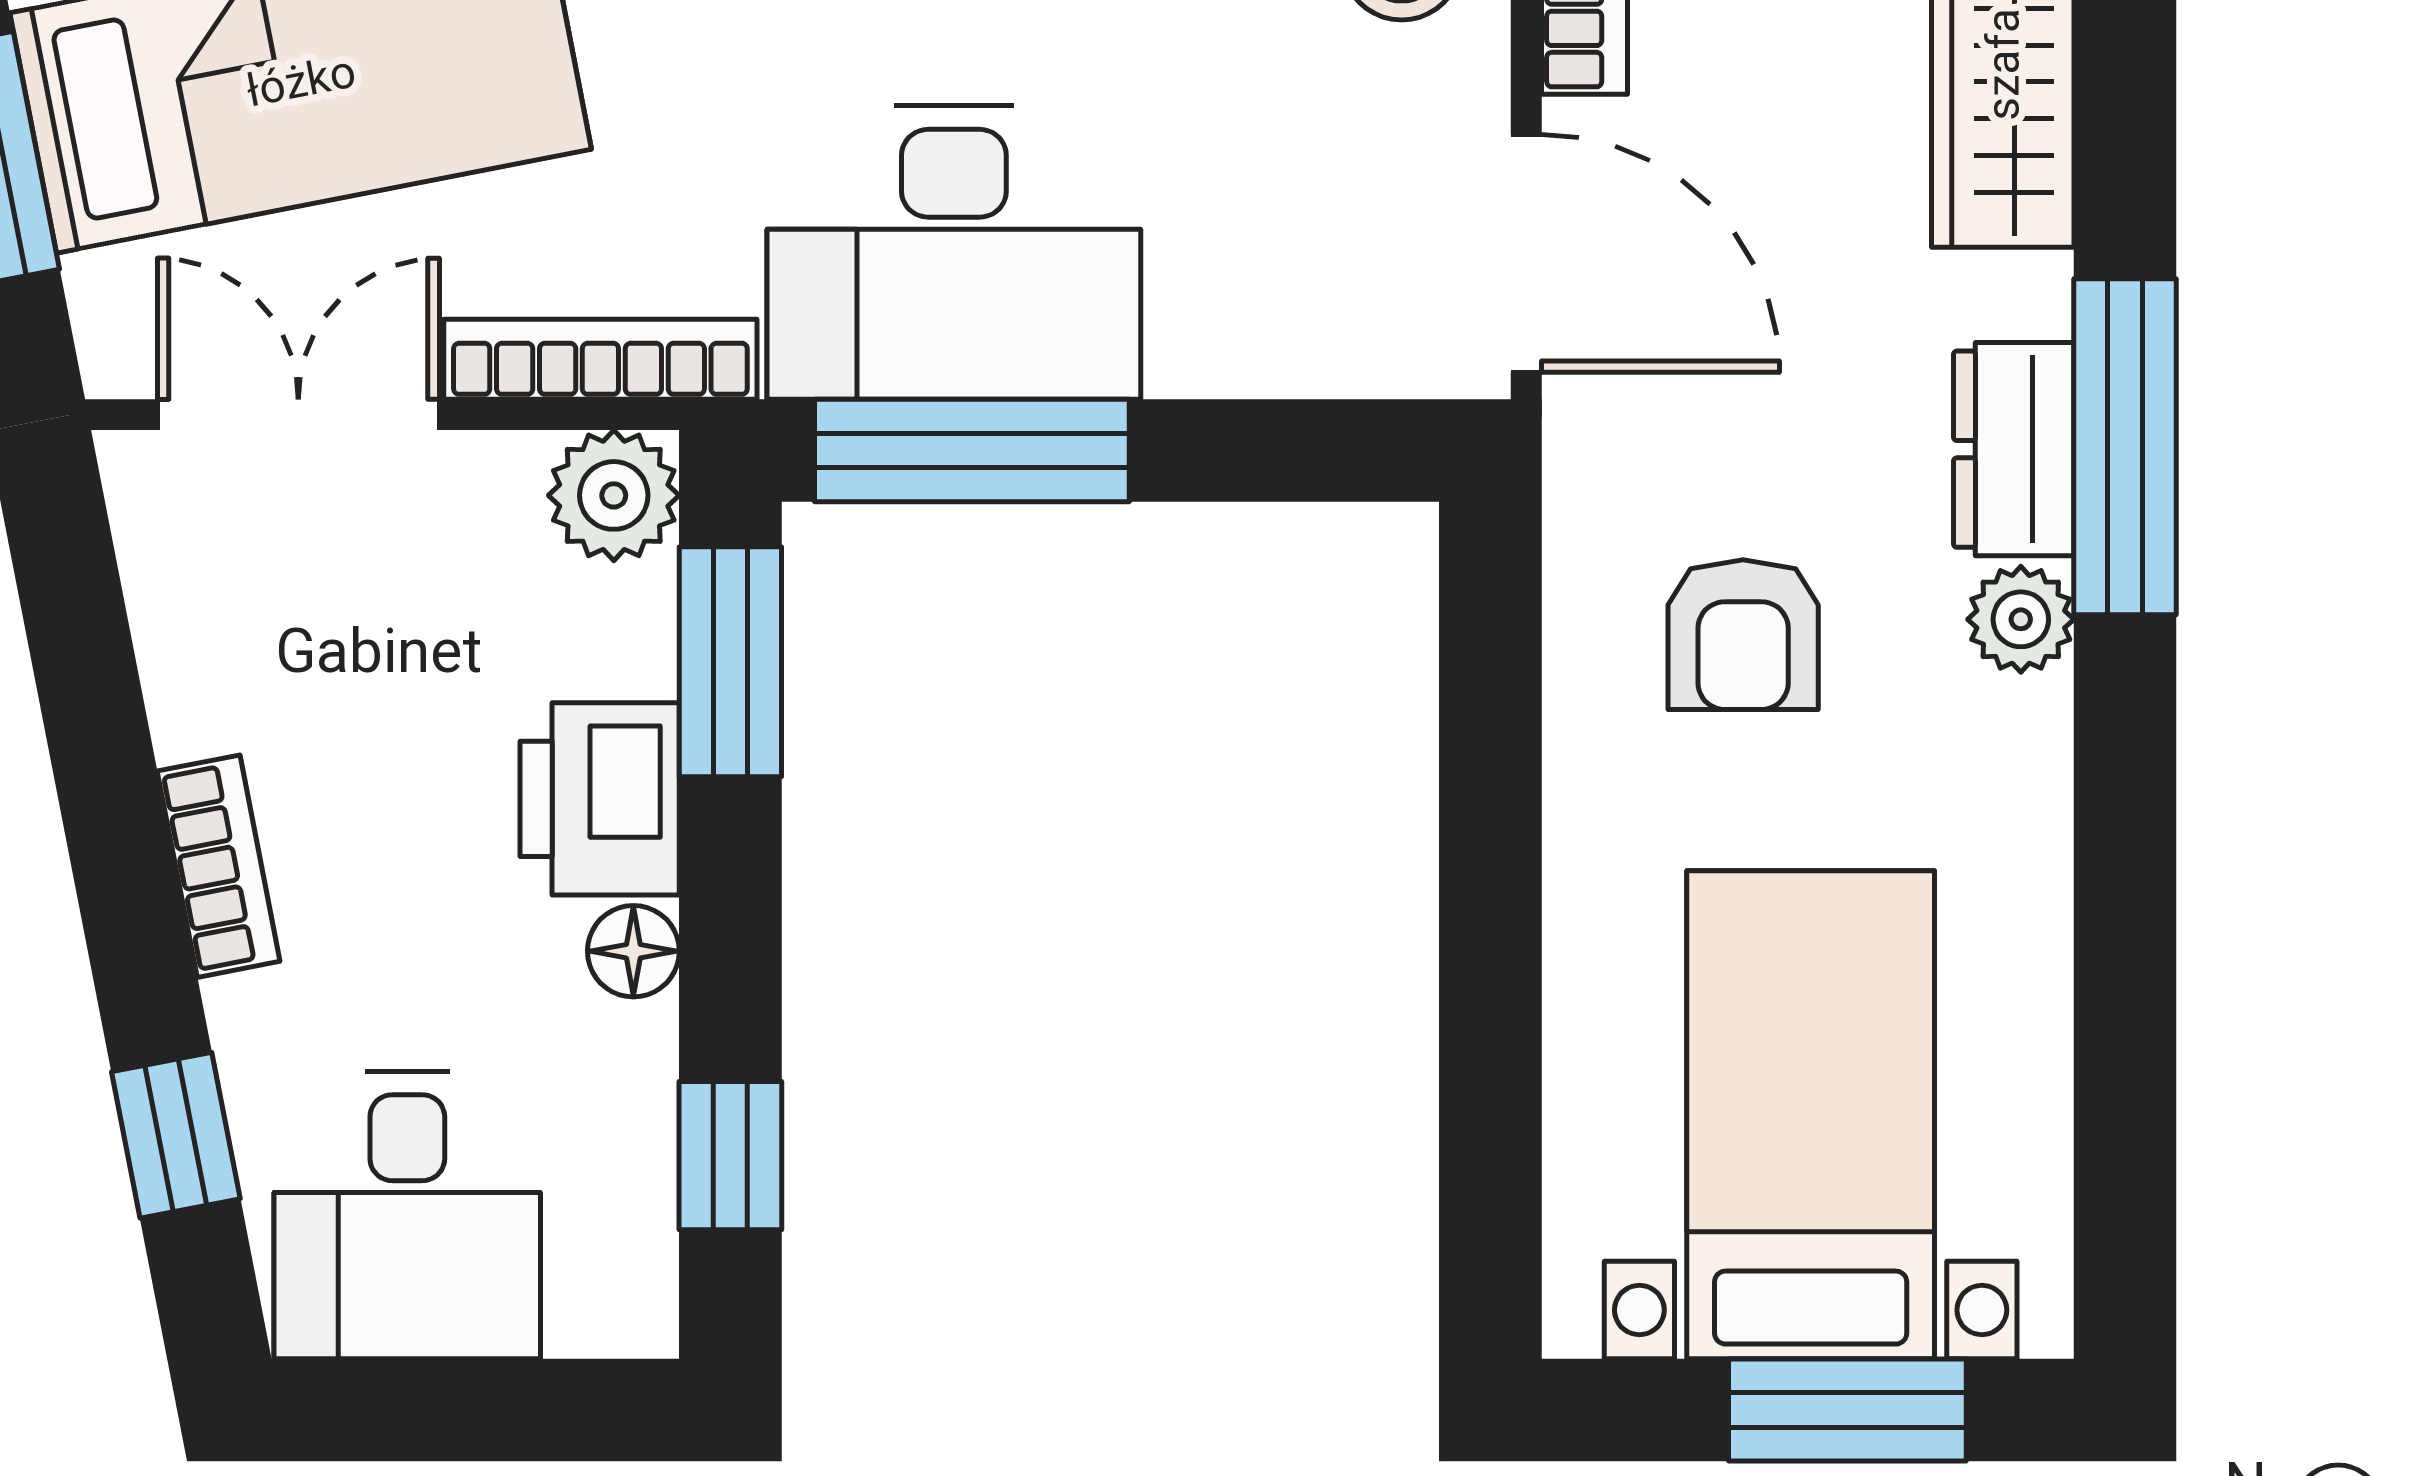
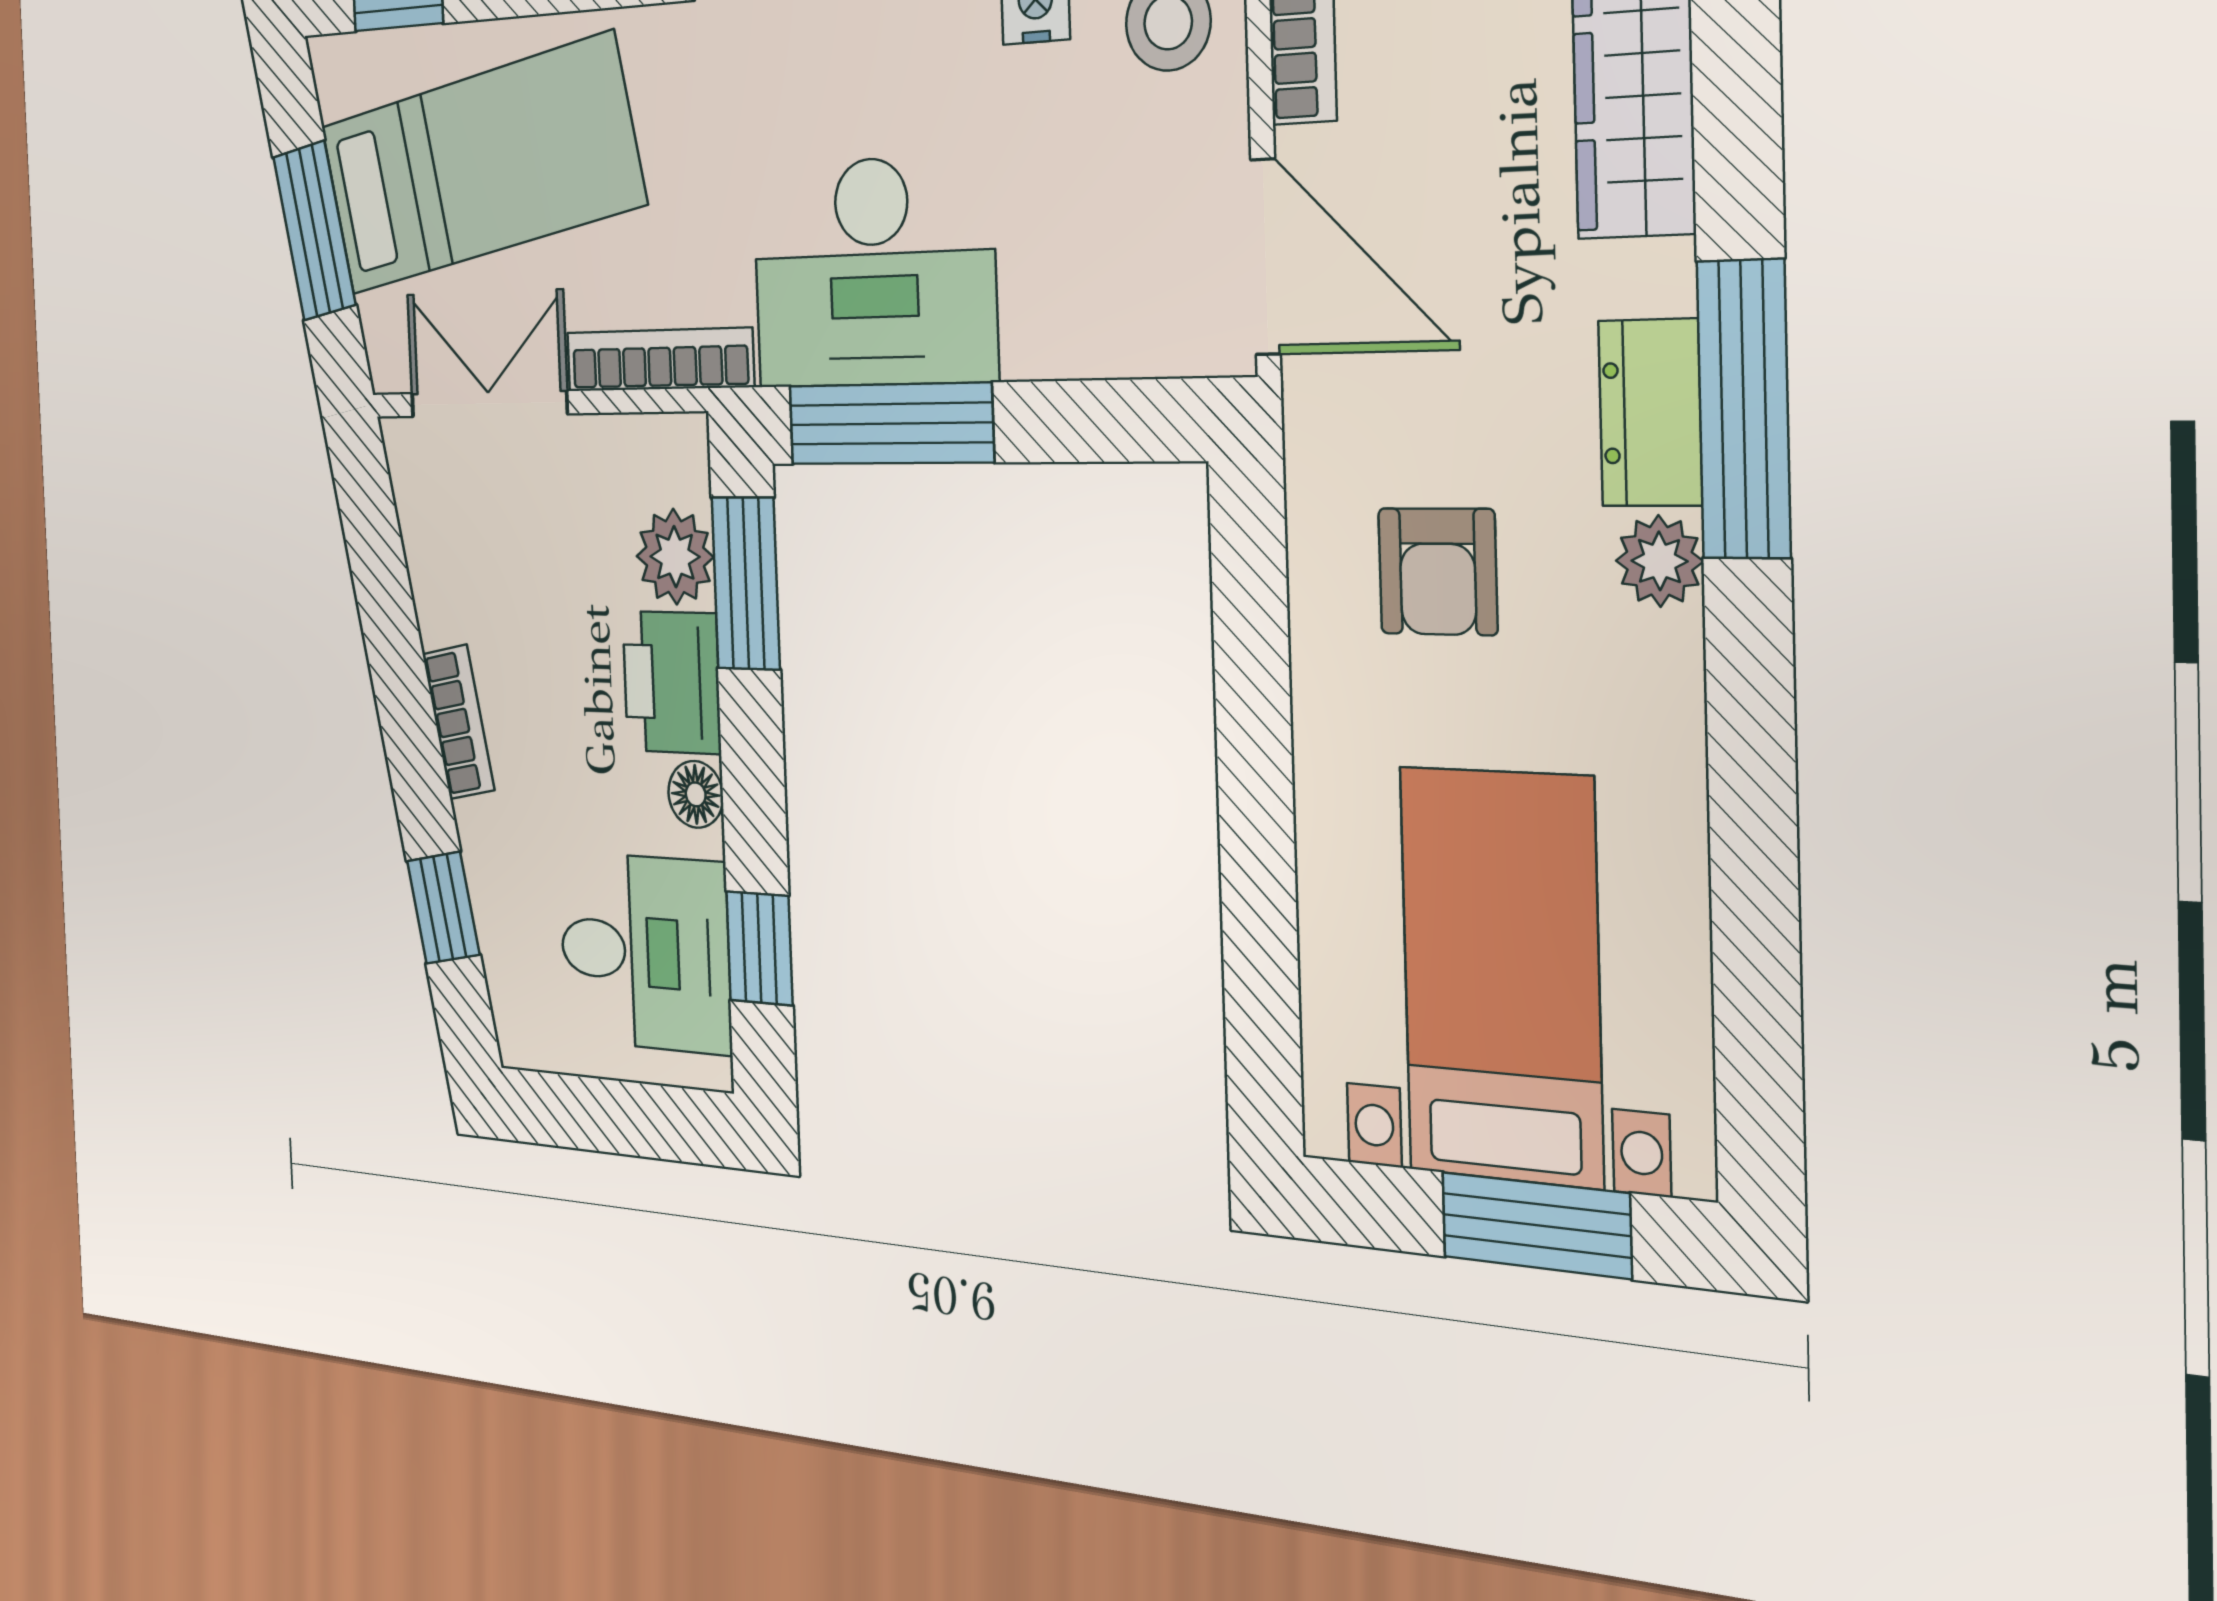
plant: (614, 495) -> (675, 557), moved
desk: (407, 1215) -> (645, 952), moved, turned -90

